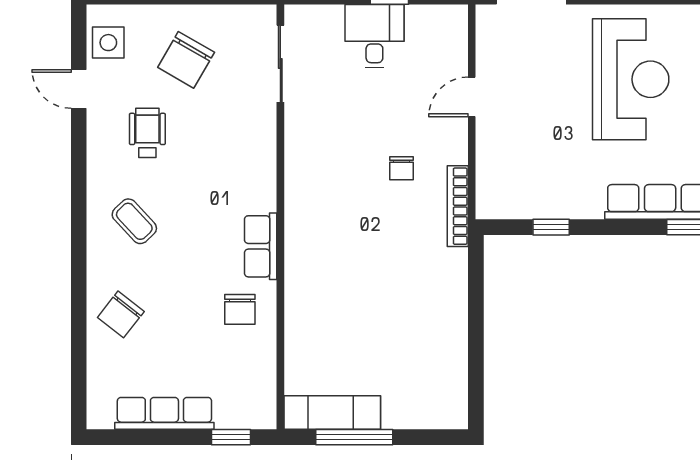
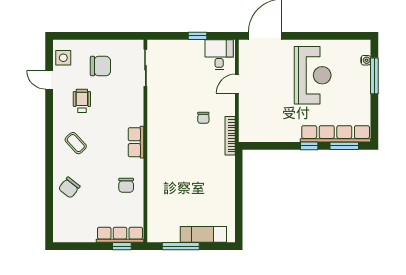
desk: (374, 36) -> (219, 55), moved
chair: (186, 60) -> (100, 66), turned -120
window: (551, 227) -> (309, 146), moved
row of seats: (261, 246) -> (136, 142), moved
exam couch: (332, 412) -> (203, 234), moved
row of seats: (164, 413) -> (120, 235), moved

